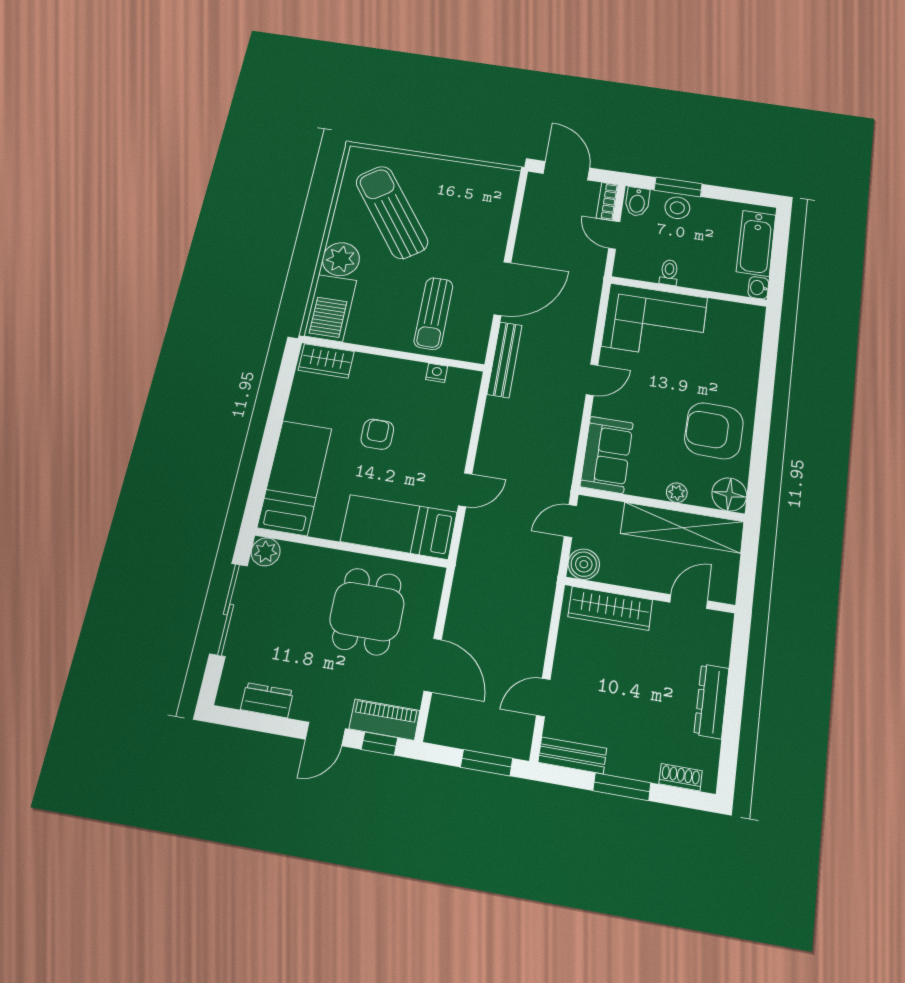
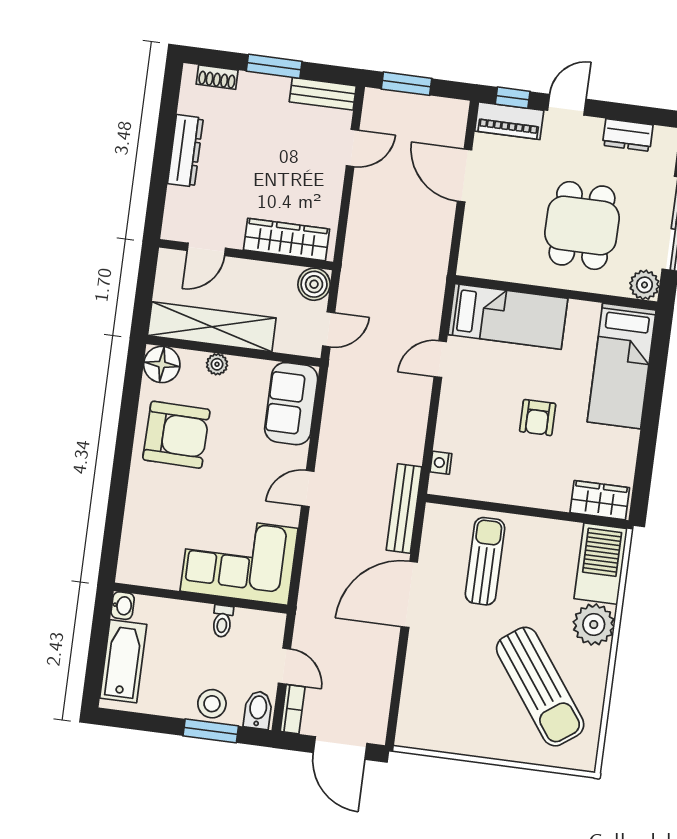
nightstand: (437, 373) -> (441, 463), moved, turned 90
dining table: (367, 611) -> (582, 225), moved

